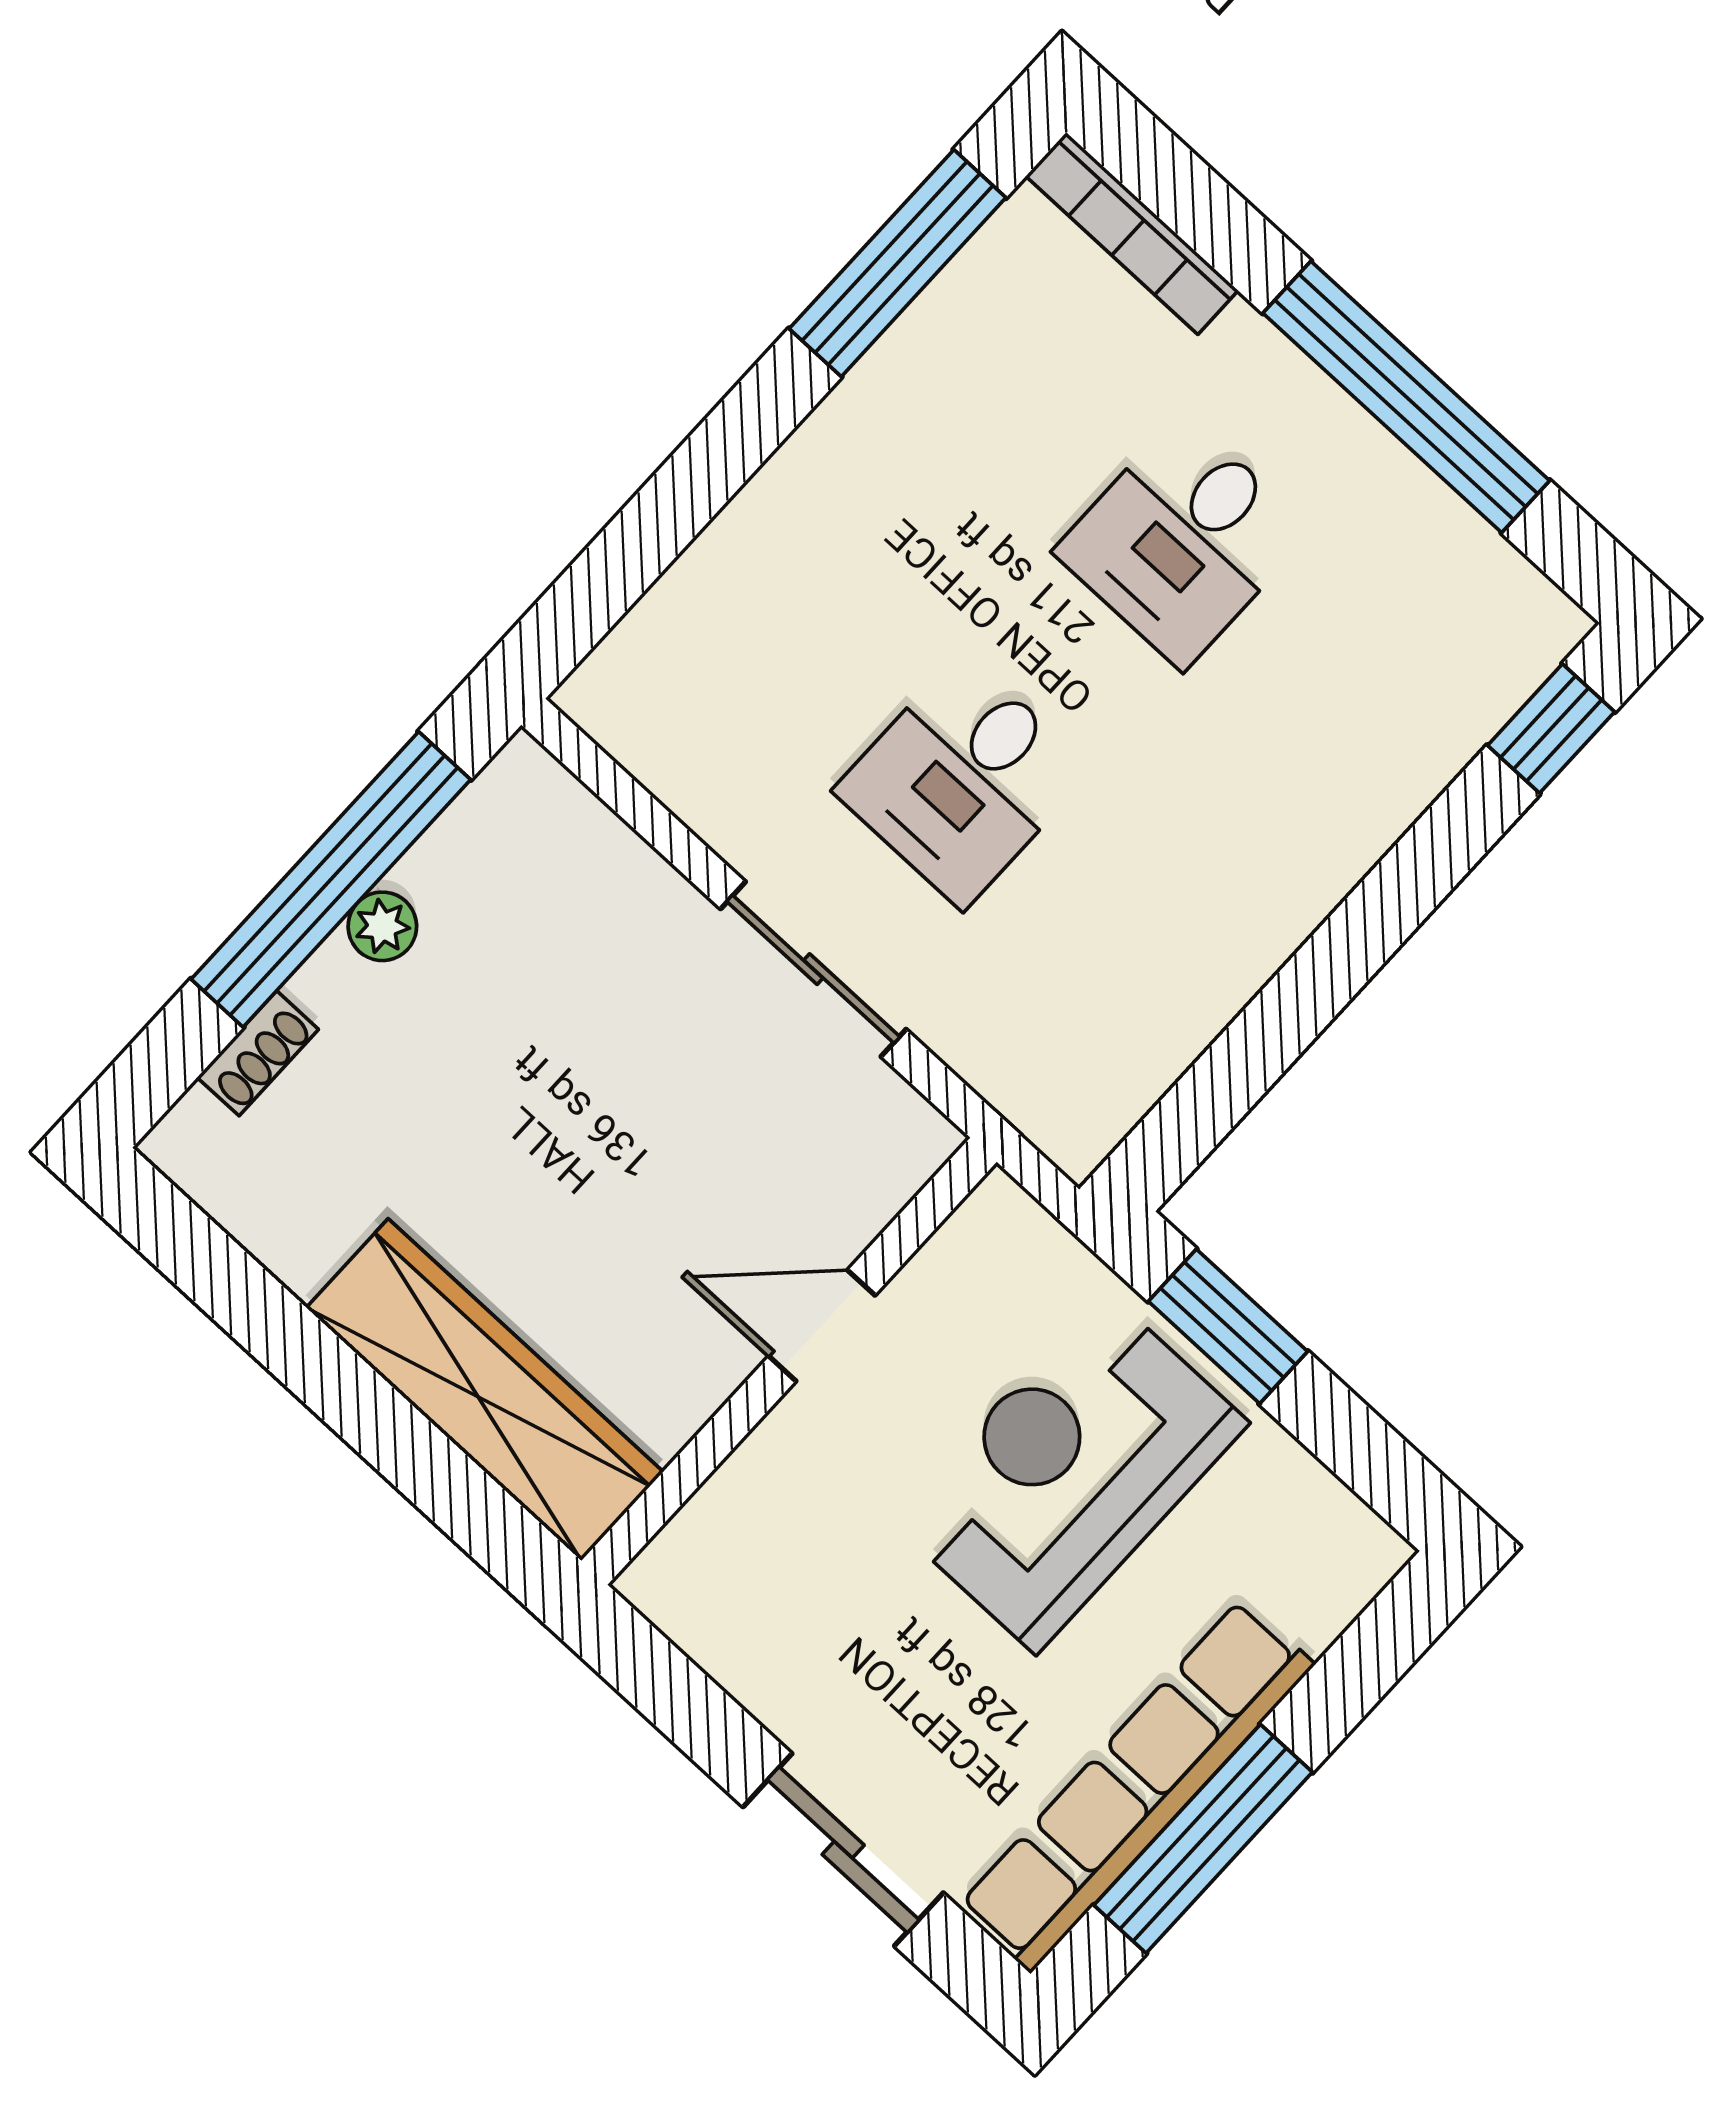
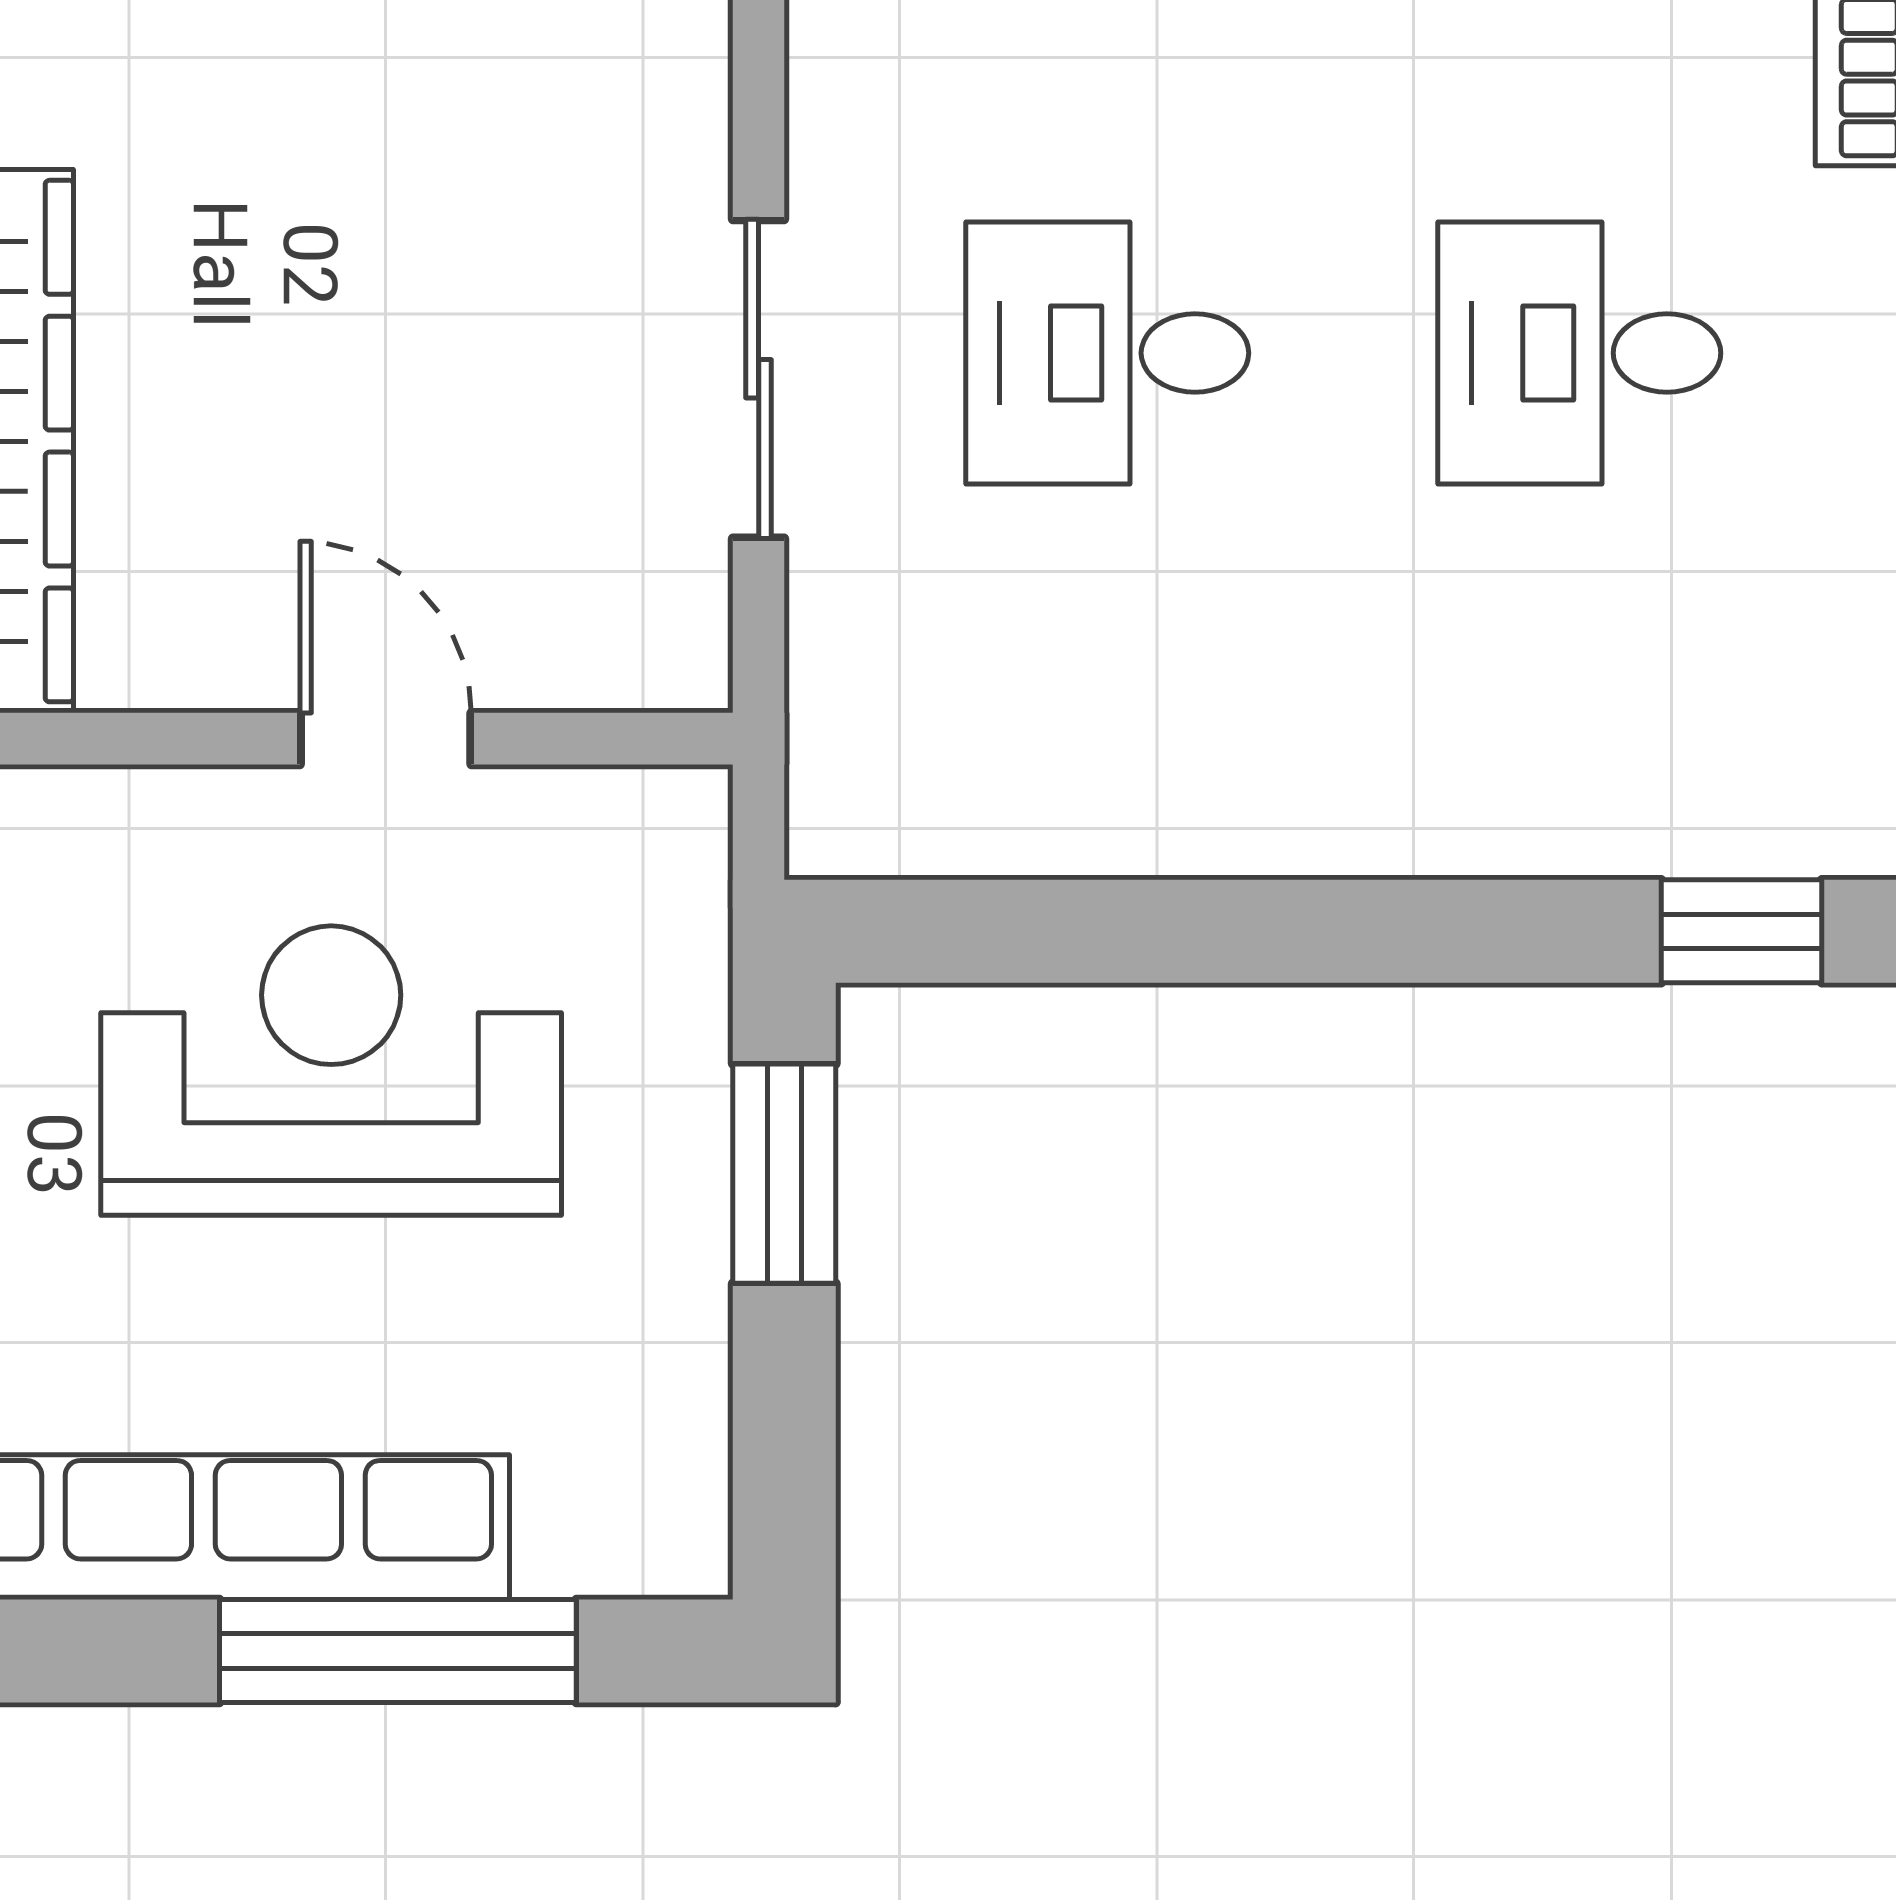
reception desk: (1070, 1472) -> (331, 1071), moved
window: (1203, 1839) -> (398, 1651), moved

